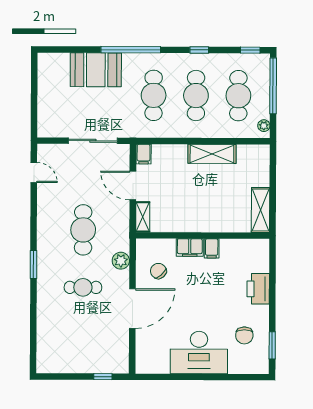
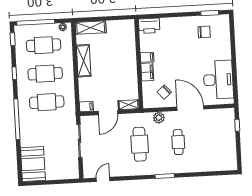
booth: (96, 70) -> (33, 164), moved
shelving: (260, 210) -> (91, 28), moved
cafe table: (83, 230) -> (140, 144), turned 90
printer: (258, 289) -> (149, 26), moved
desk: (199, 352) -> (218, 80), moved

